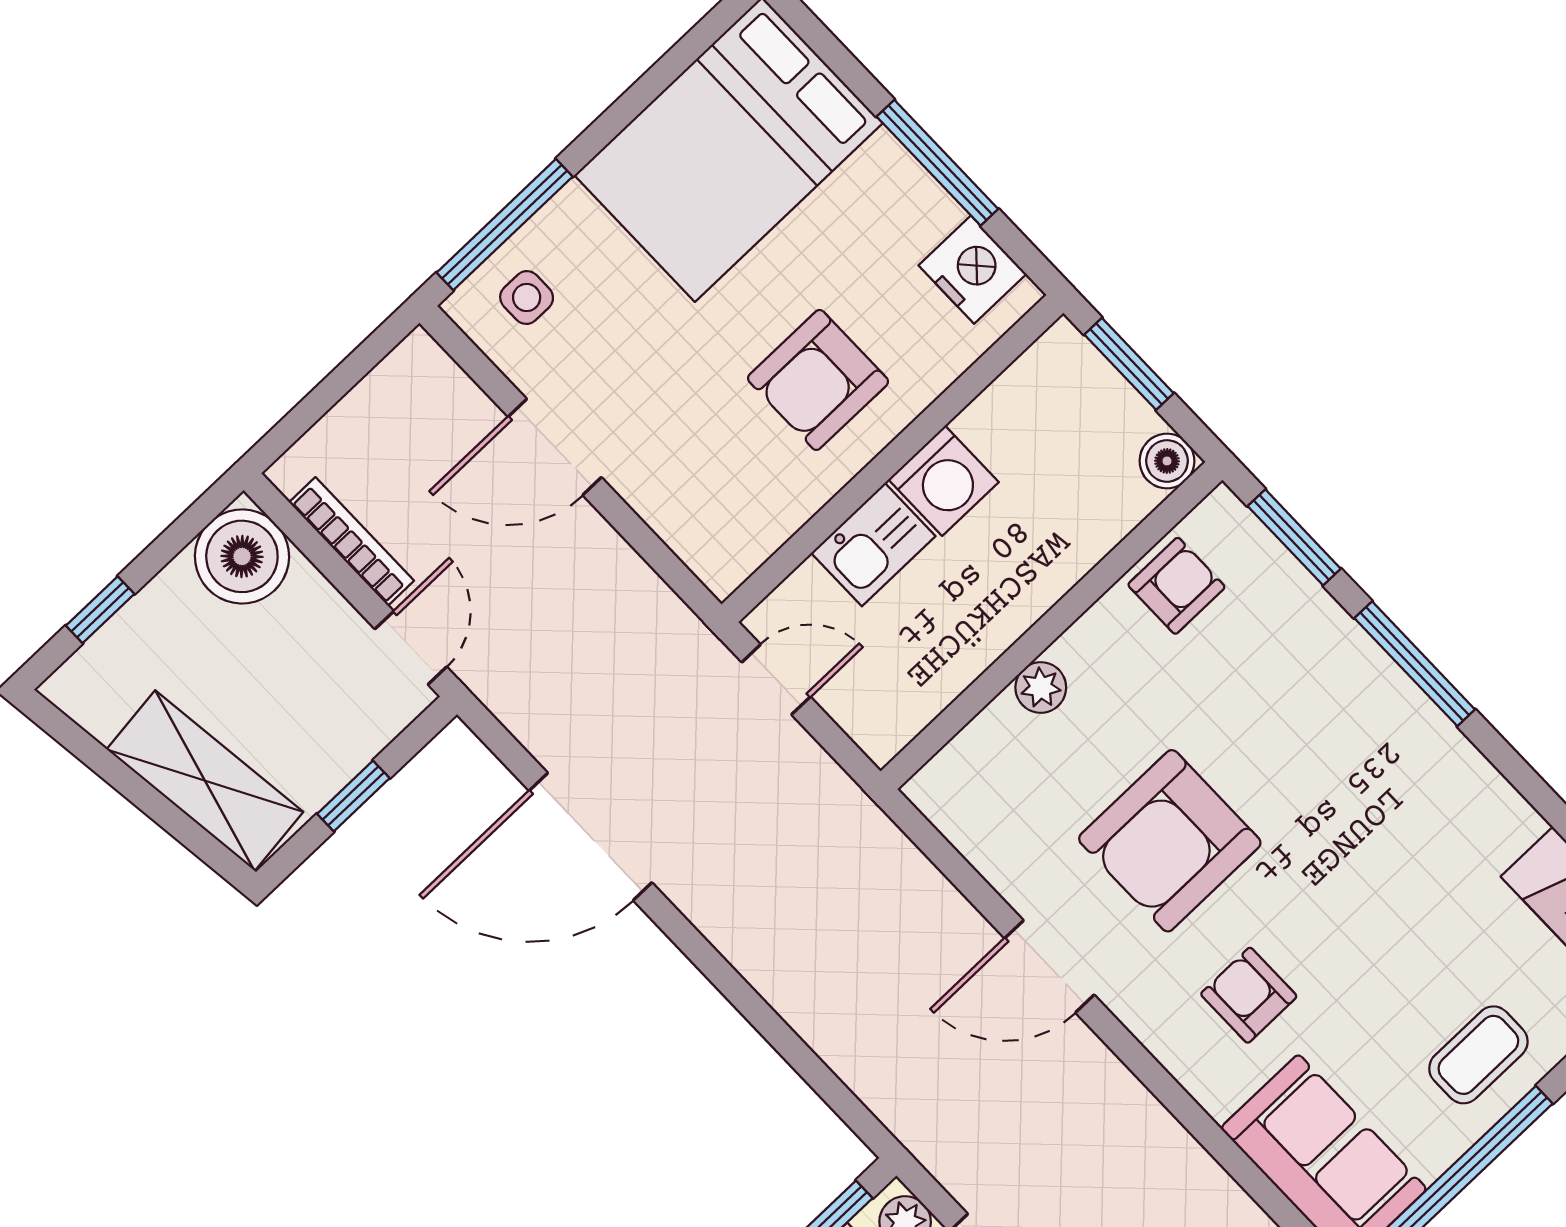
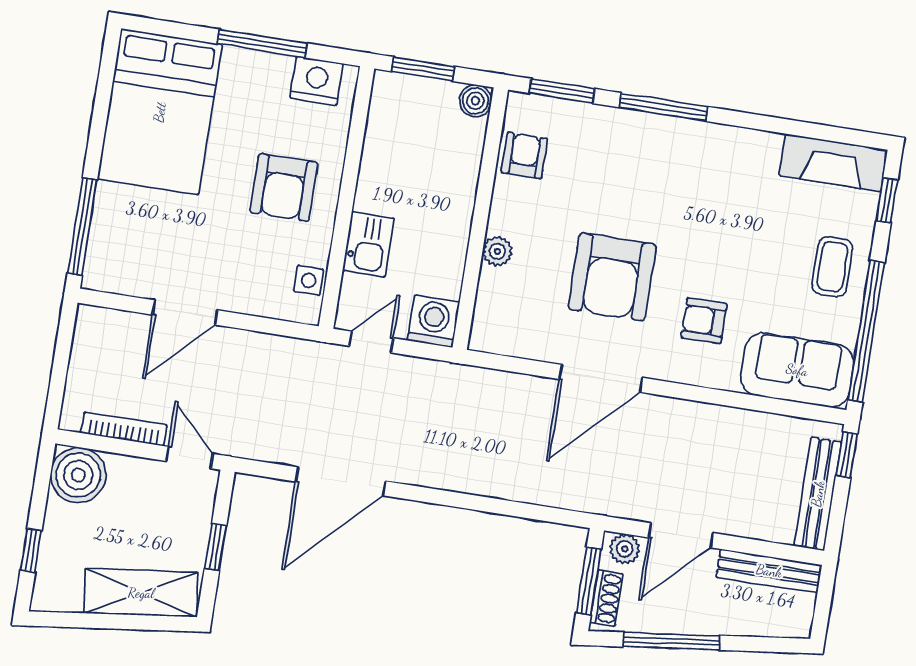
side table: (527, 298) -> (309, 280), moved
washing machine: (944, 481) -> (433, 321), moved, turned -90
door: (1049, 967) -> (601, 378), width x1.36

